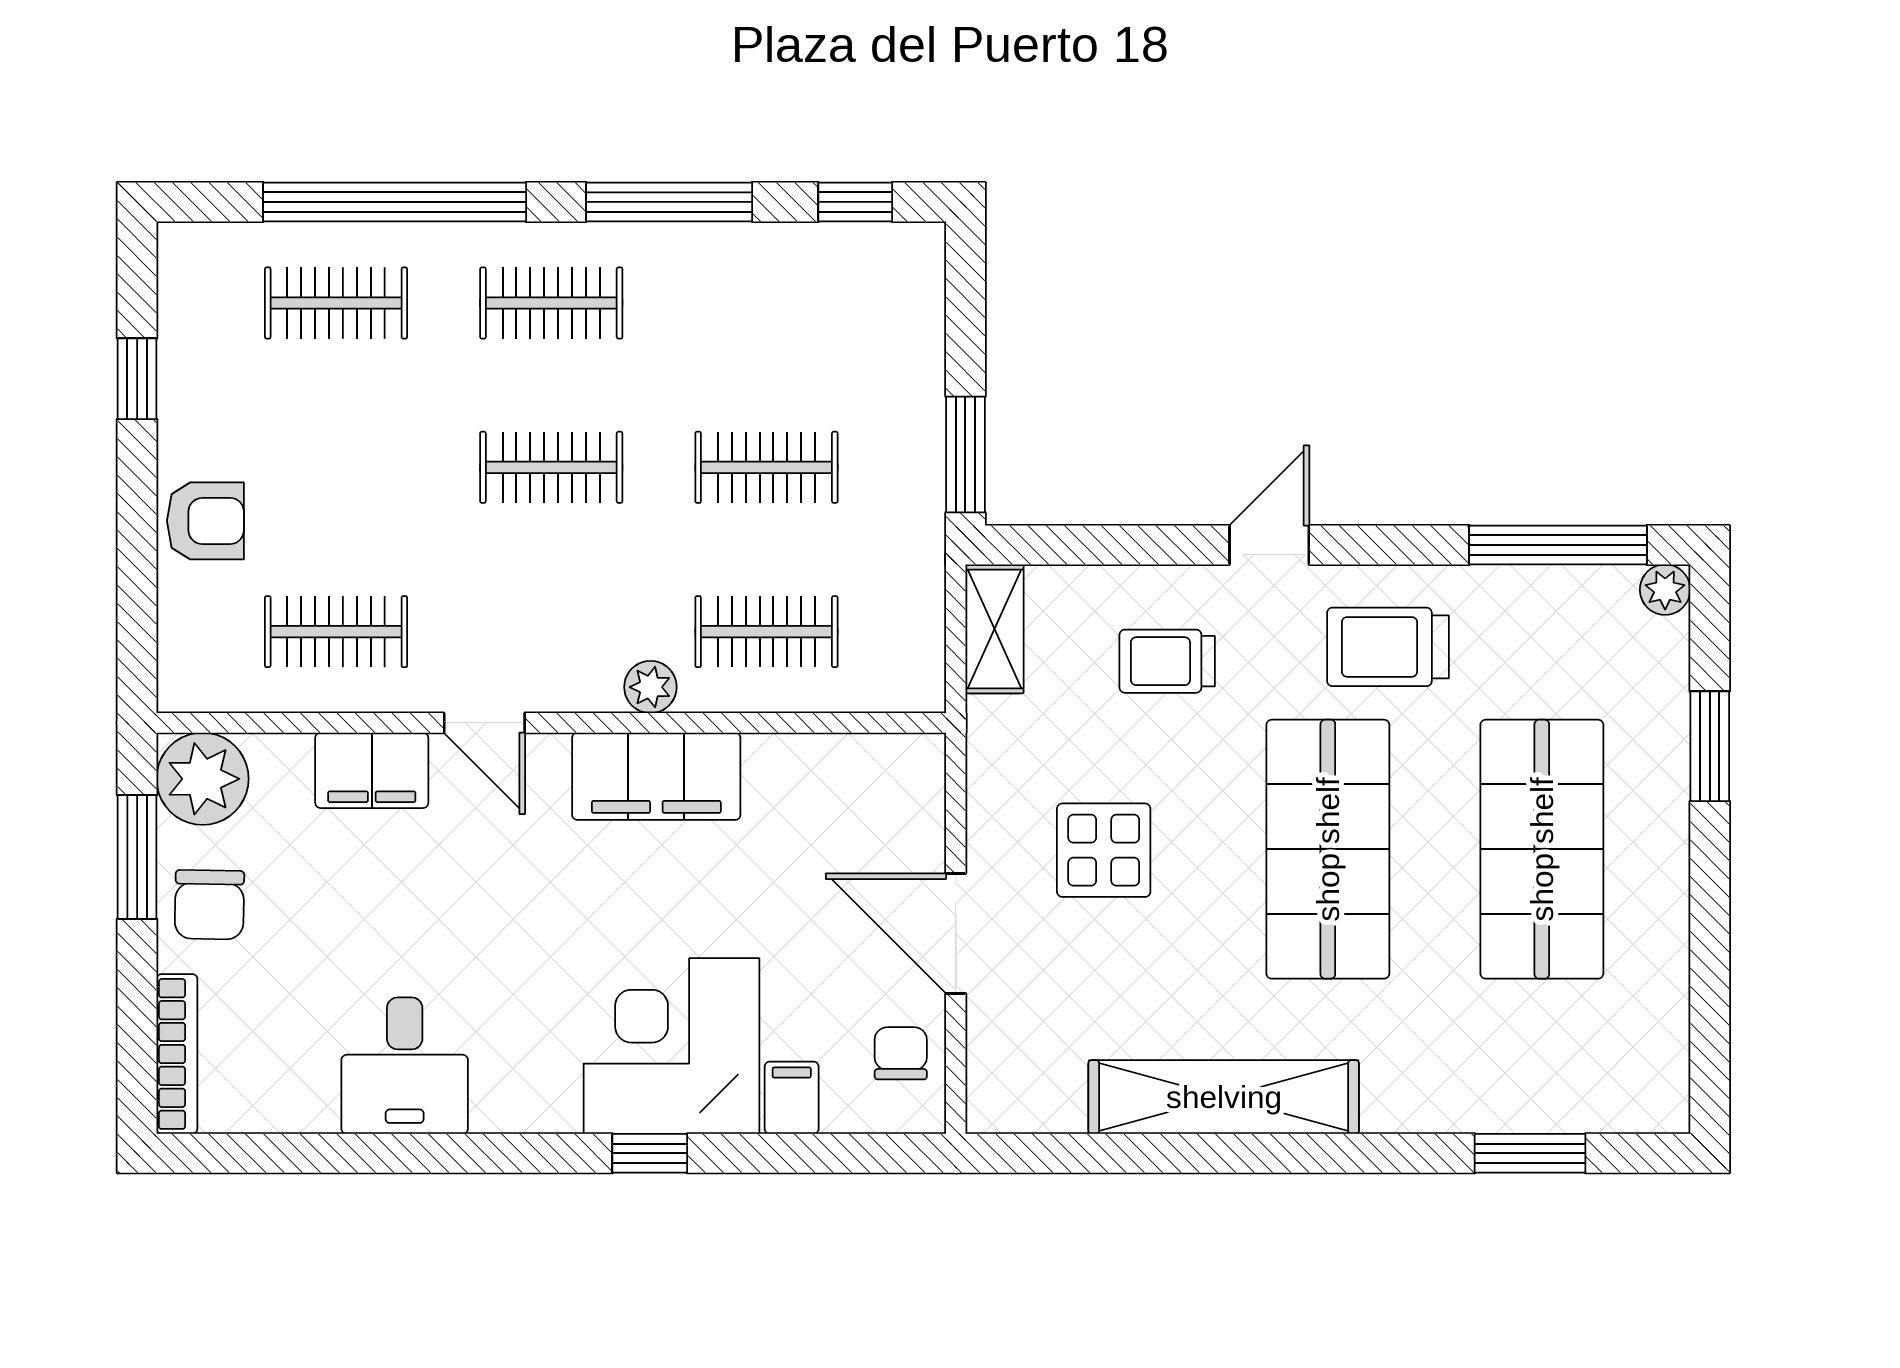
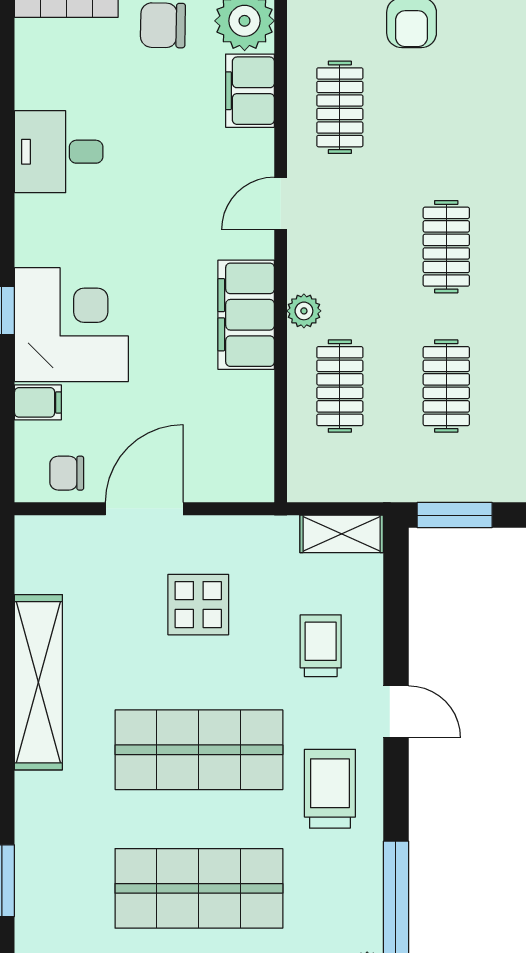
filing cabinet: (372, 770) -> (250, 91), moved
chair: (901, 1053) -> (67, 473), turned 180

